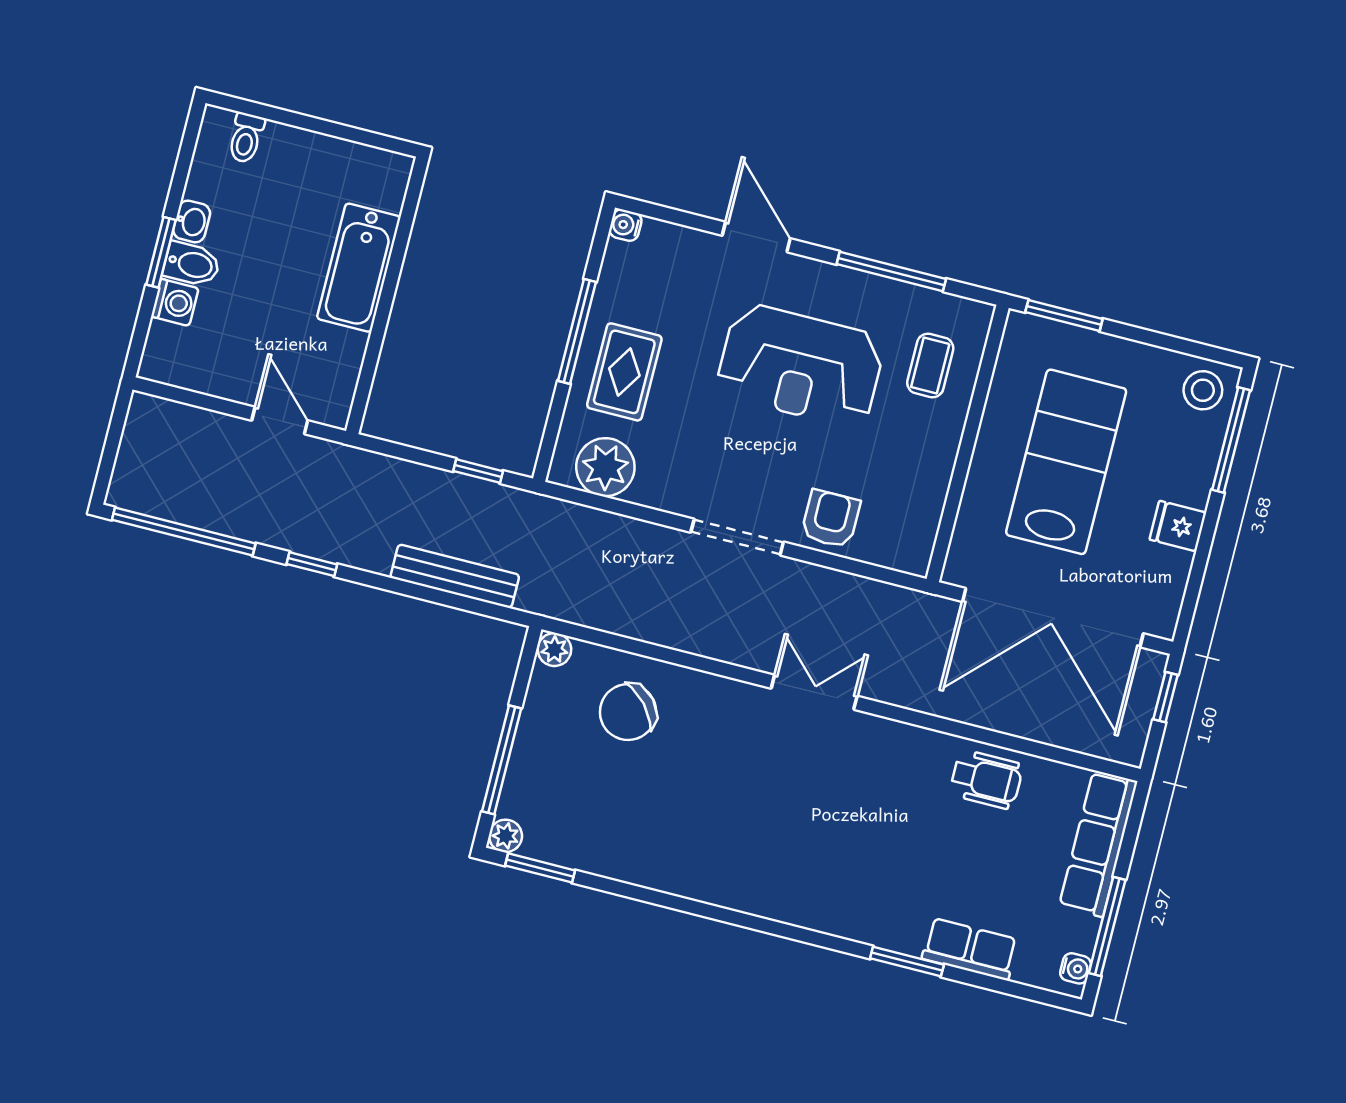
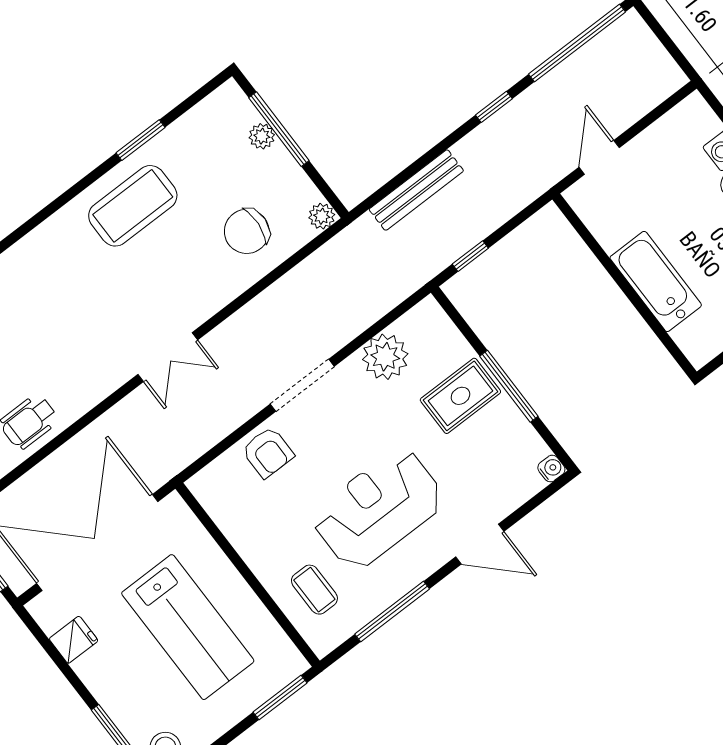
rug: (624, 372) -> (460, 396), turned 90
door: (280, 420) -> (599, 157), swing flipped
plant: (605, 467) -> (385, 357), moved
fridge: (1178, 526) -> (74, 640), moved
chair: (628, 712) -> (247, 231), turned -134
plant: (506, 836) -> (262, 136), moved
coffee table: (692, 845) -> (133, 206), added
window: (540, 868) -> (140, 140), moved

